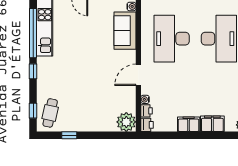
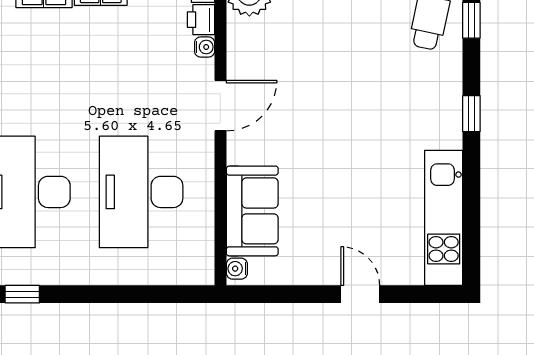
window: (33, 33) -> (471, 205), removed
desk: (172, 39) -> (141, 192), turned 180

